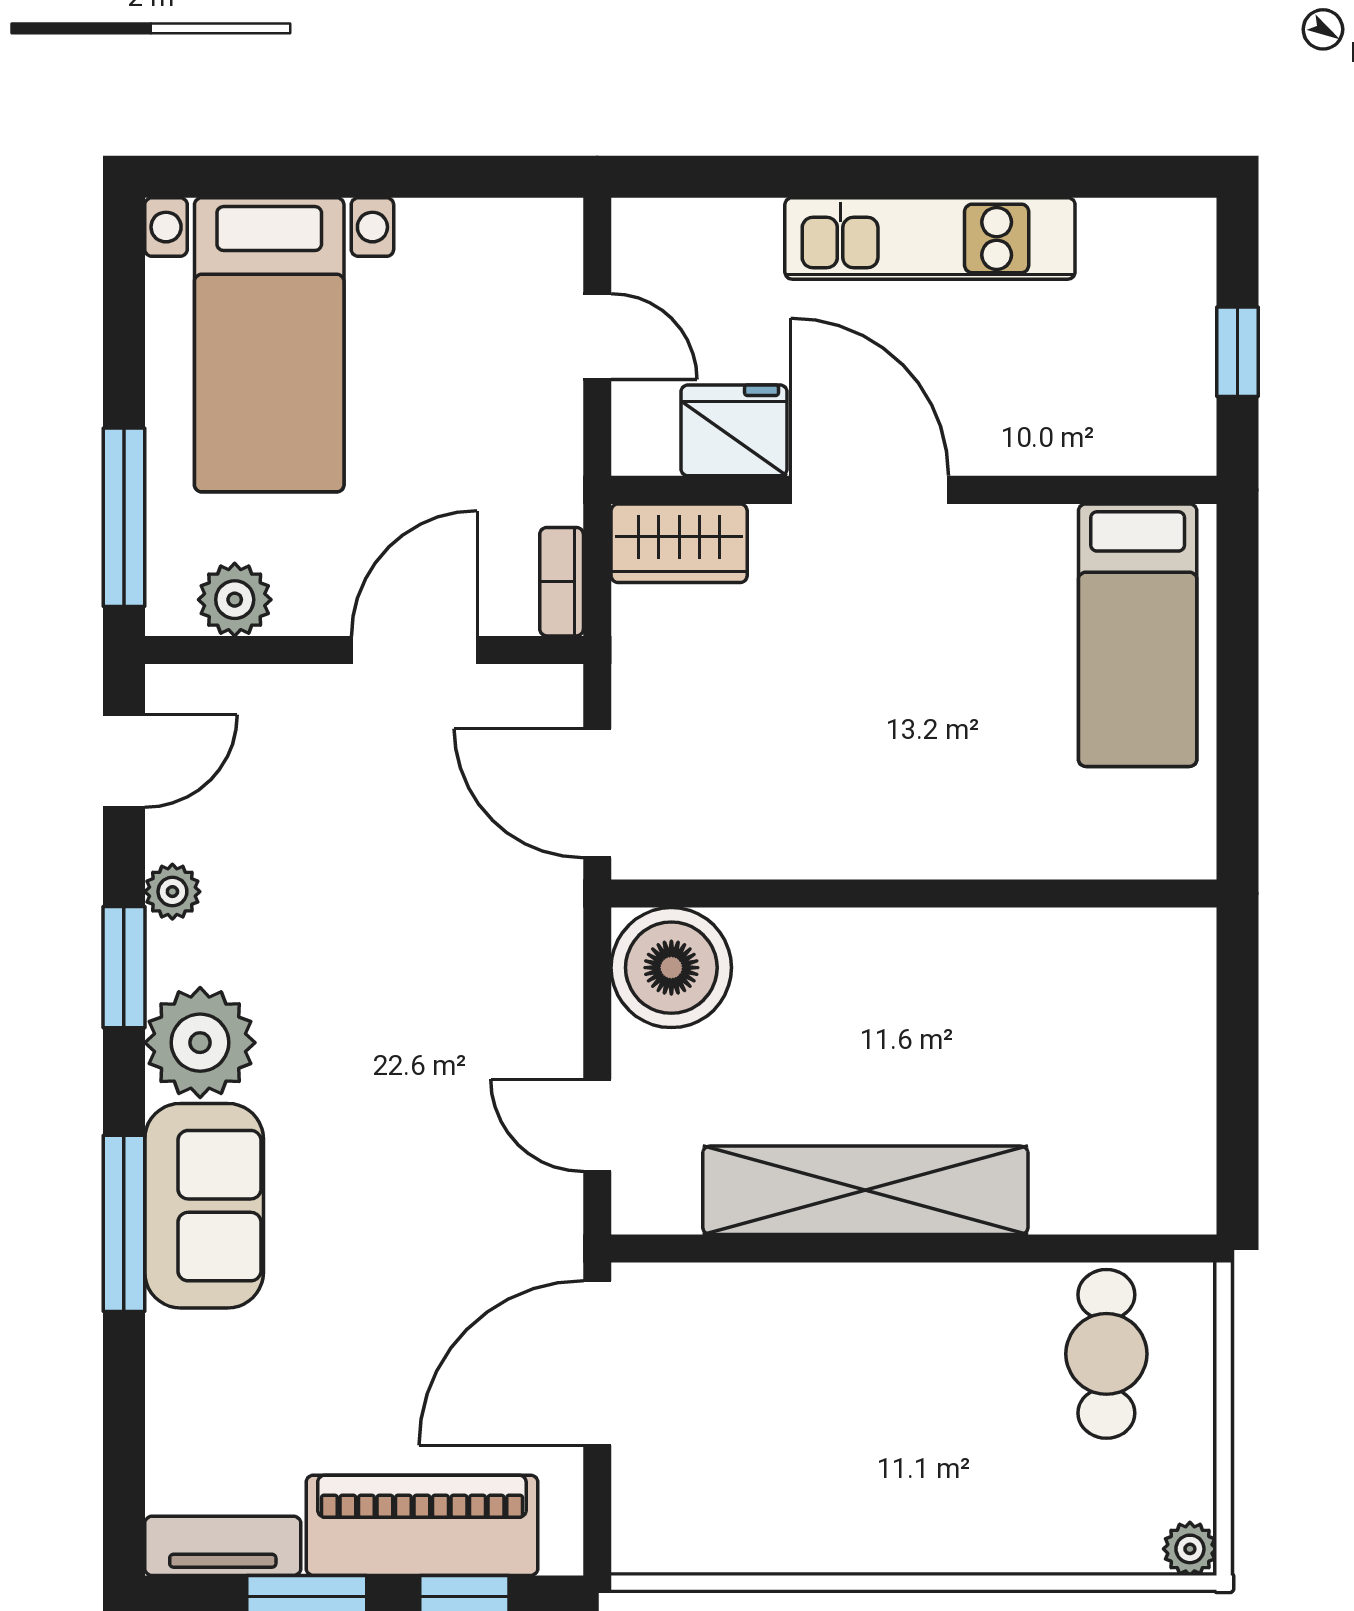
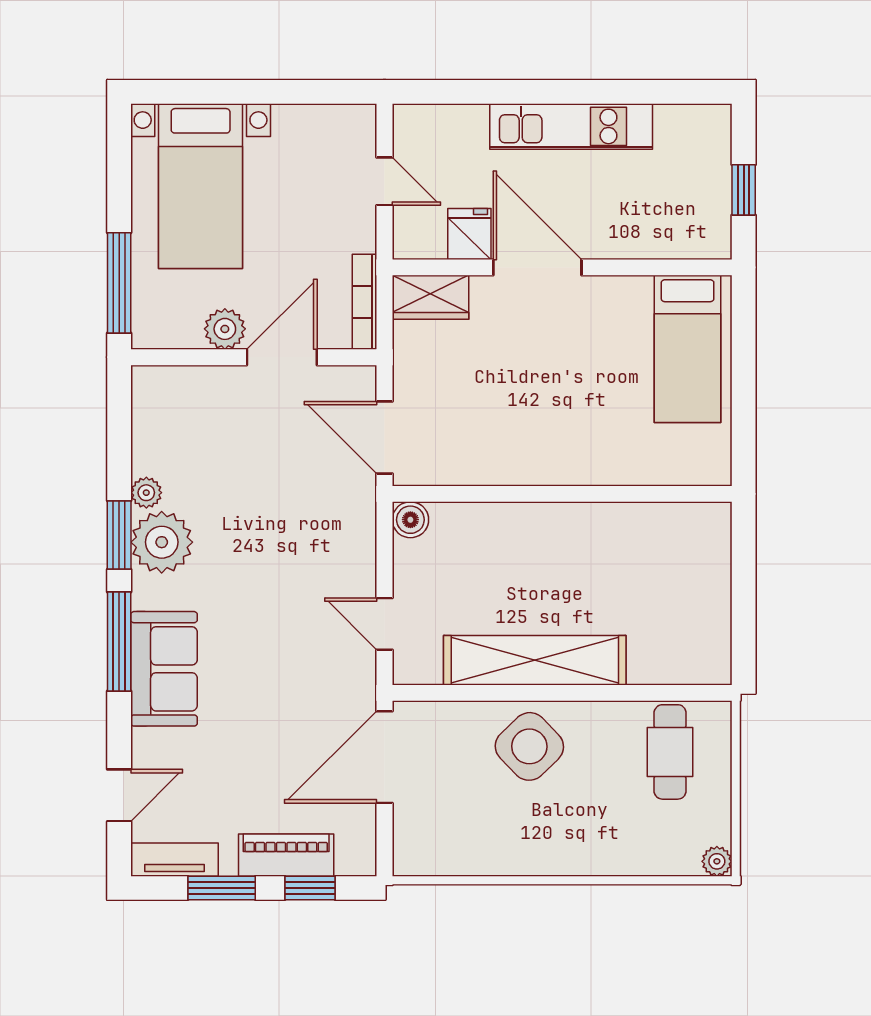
fridge: (734, 430) -> (469, 234), width x0.72
bookcase: (562, 582) -> (364, 302), width x1.56
plant: (235, 600) -> (225, 329), moved
door: (124, 761) -> (119, 795), moved
boiler: (671, 968) -> (410, 520), width x0.54, depth x0.54
plant: (200, 1043) -> (162, 542), moved
window: (124, 1223) -> (119, 642), moved
side table: (856, 1344) -> (529, 746), added
piano: (422, 1525) -> (286, 855), width x0.73, depth x0.75

